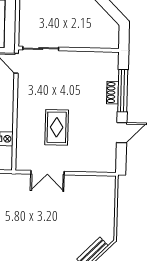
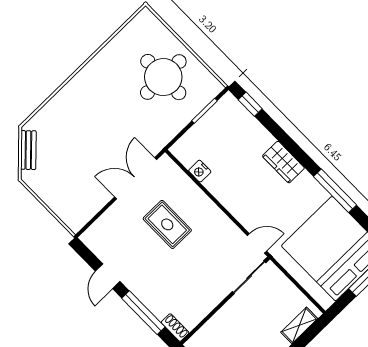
shoe rack: (113, 93) -> (175, 328), moved
double door: (48, 173) -> (136, 178), width x1.37

